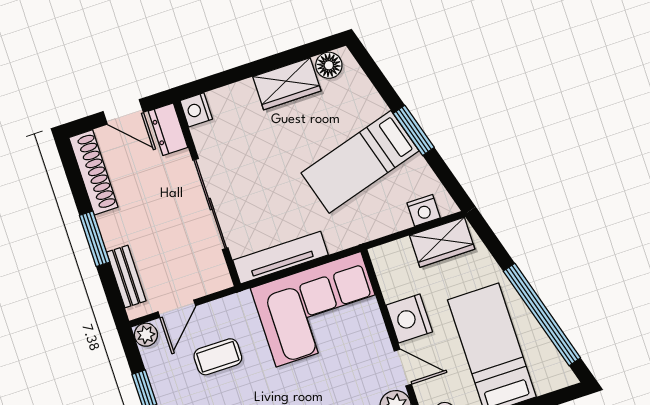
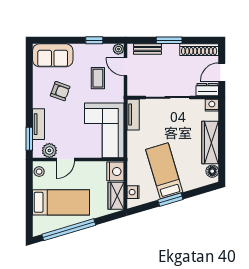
wardrobe: (287, 84) -> (210, 142), width x1.50
tv unit: (280, 258) -> (133, 115), width x0.71
nightstand: (409, 319) -> (115, 171), moved, turned 90

